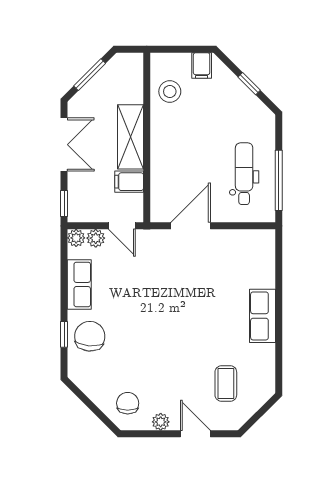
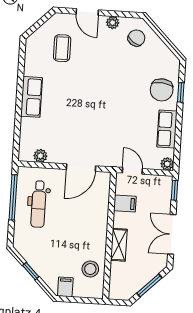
shelving: (131, 137) -> (119, 245), width x0.67, depth x0.75
plant: (96, 238) -> (40, 156), moved
chair: (128, 403) -> (136, 38), turned -145

